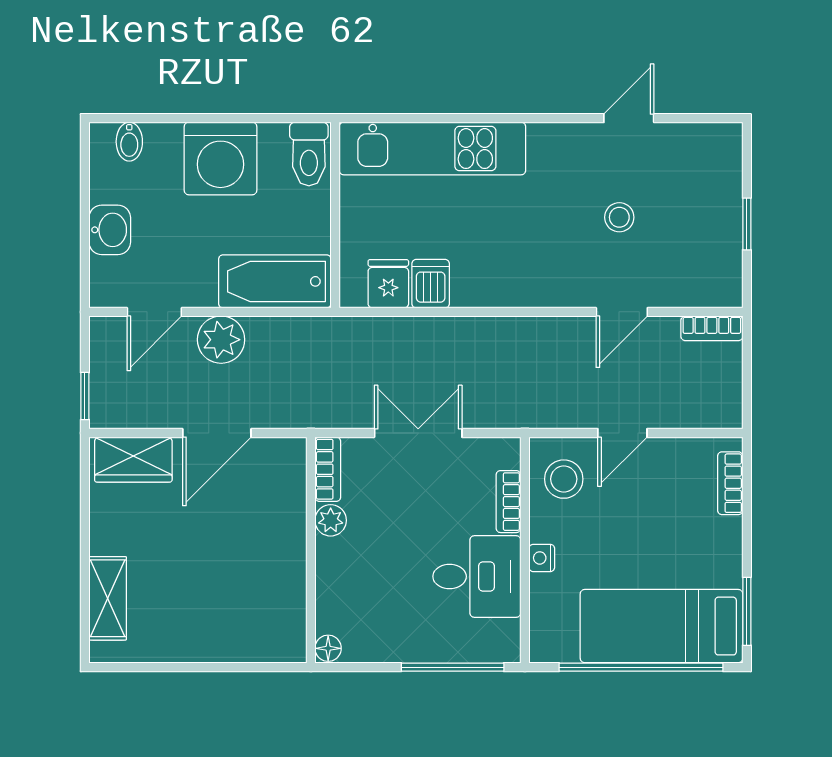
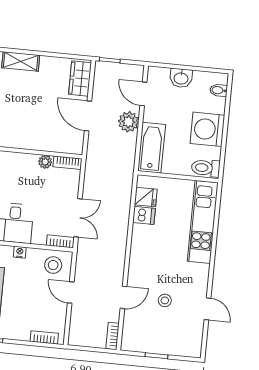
door: (622, 312) -> (123, 297), swing flipped
double door: (418, 433) -> (78, 218), moved
bookcase: (508, 502) -> (60, 241), moved

